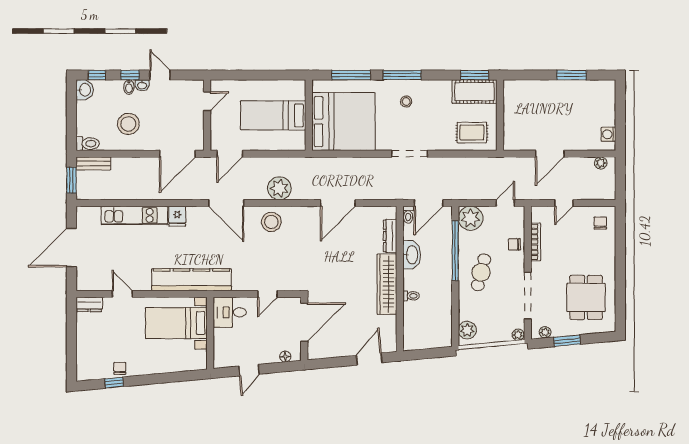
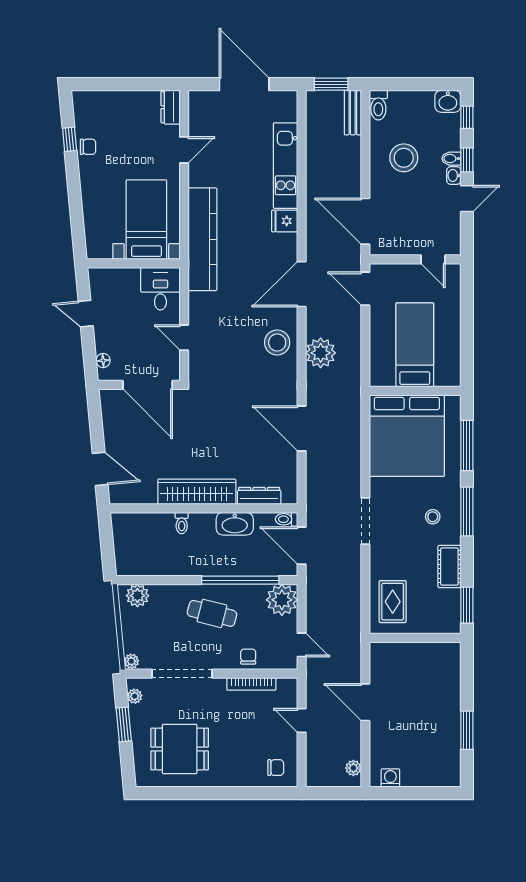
cot: (474, 92) -> (449, 567), moved, width x0.73, depth x0.75

